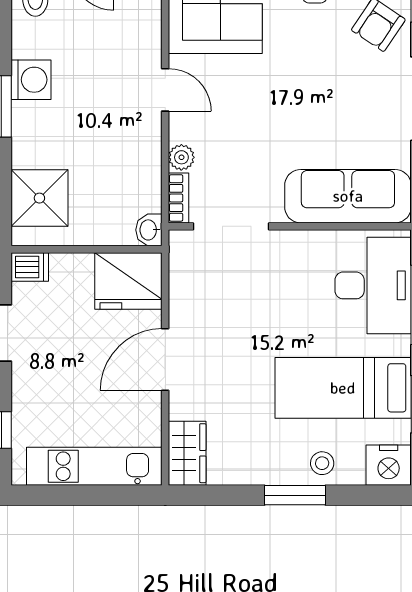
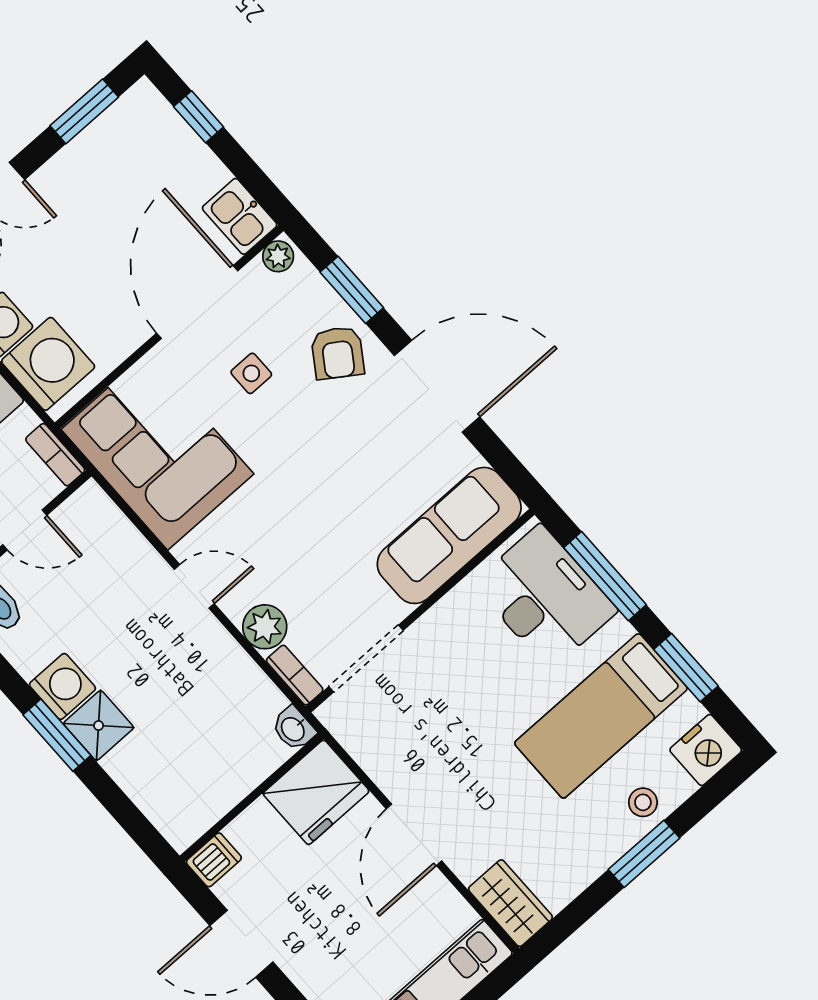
plant: (181, 157) -> (265, 627), width x1.38, depth x1.38
shower: (39, 198) -> (99, 726), moved, width x0.73, depth x0.73

